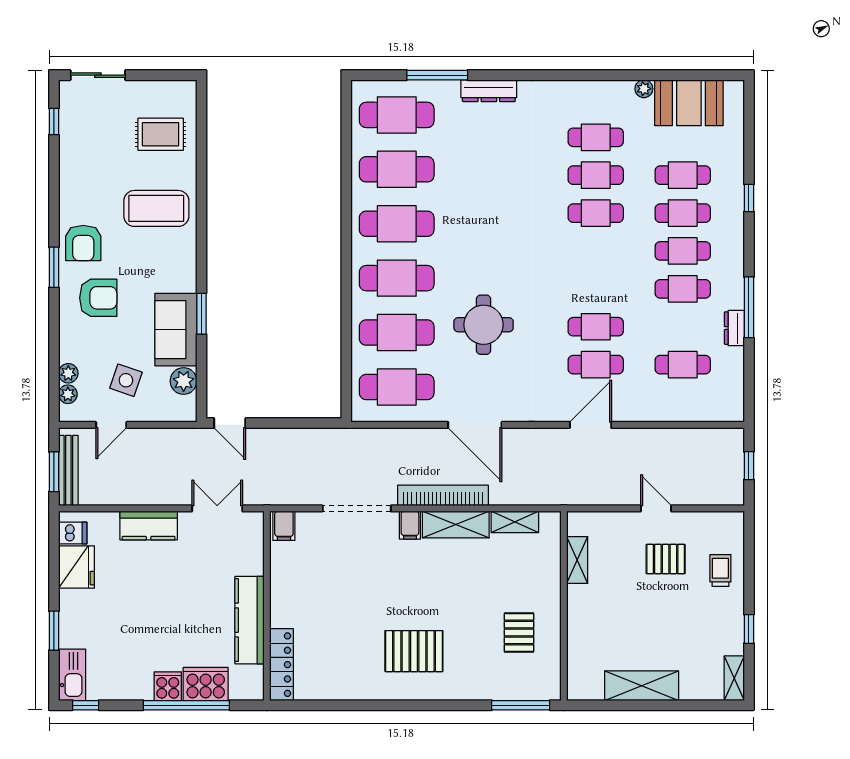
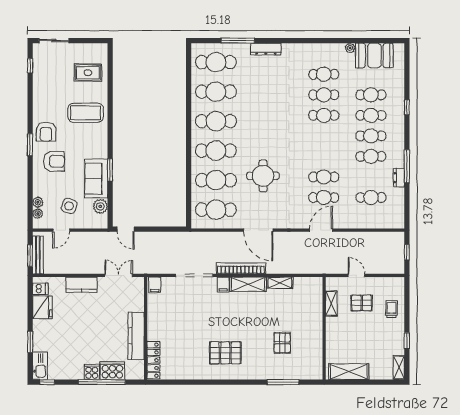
shelving: (577, 560) -> (331, 303), moved
wall: (564, 606) -> (324, 328), moved

